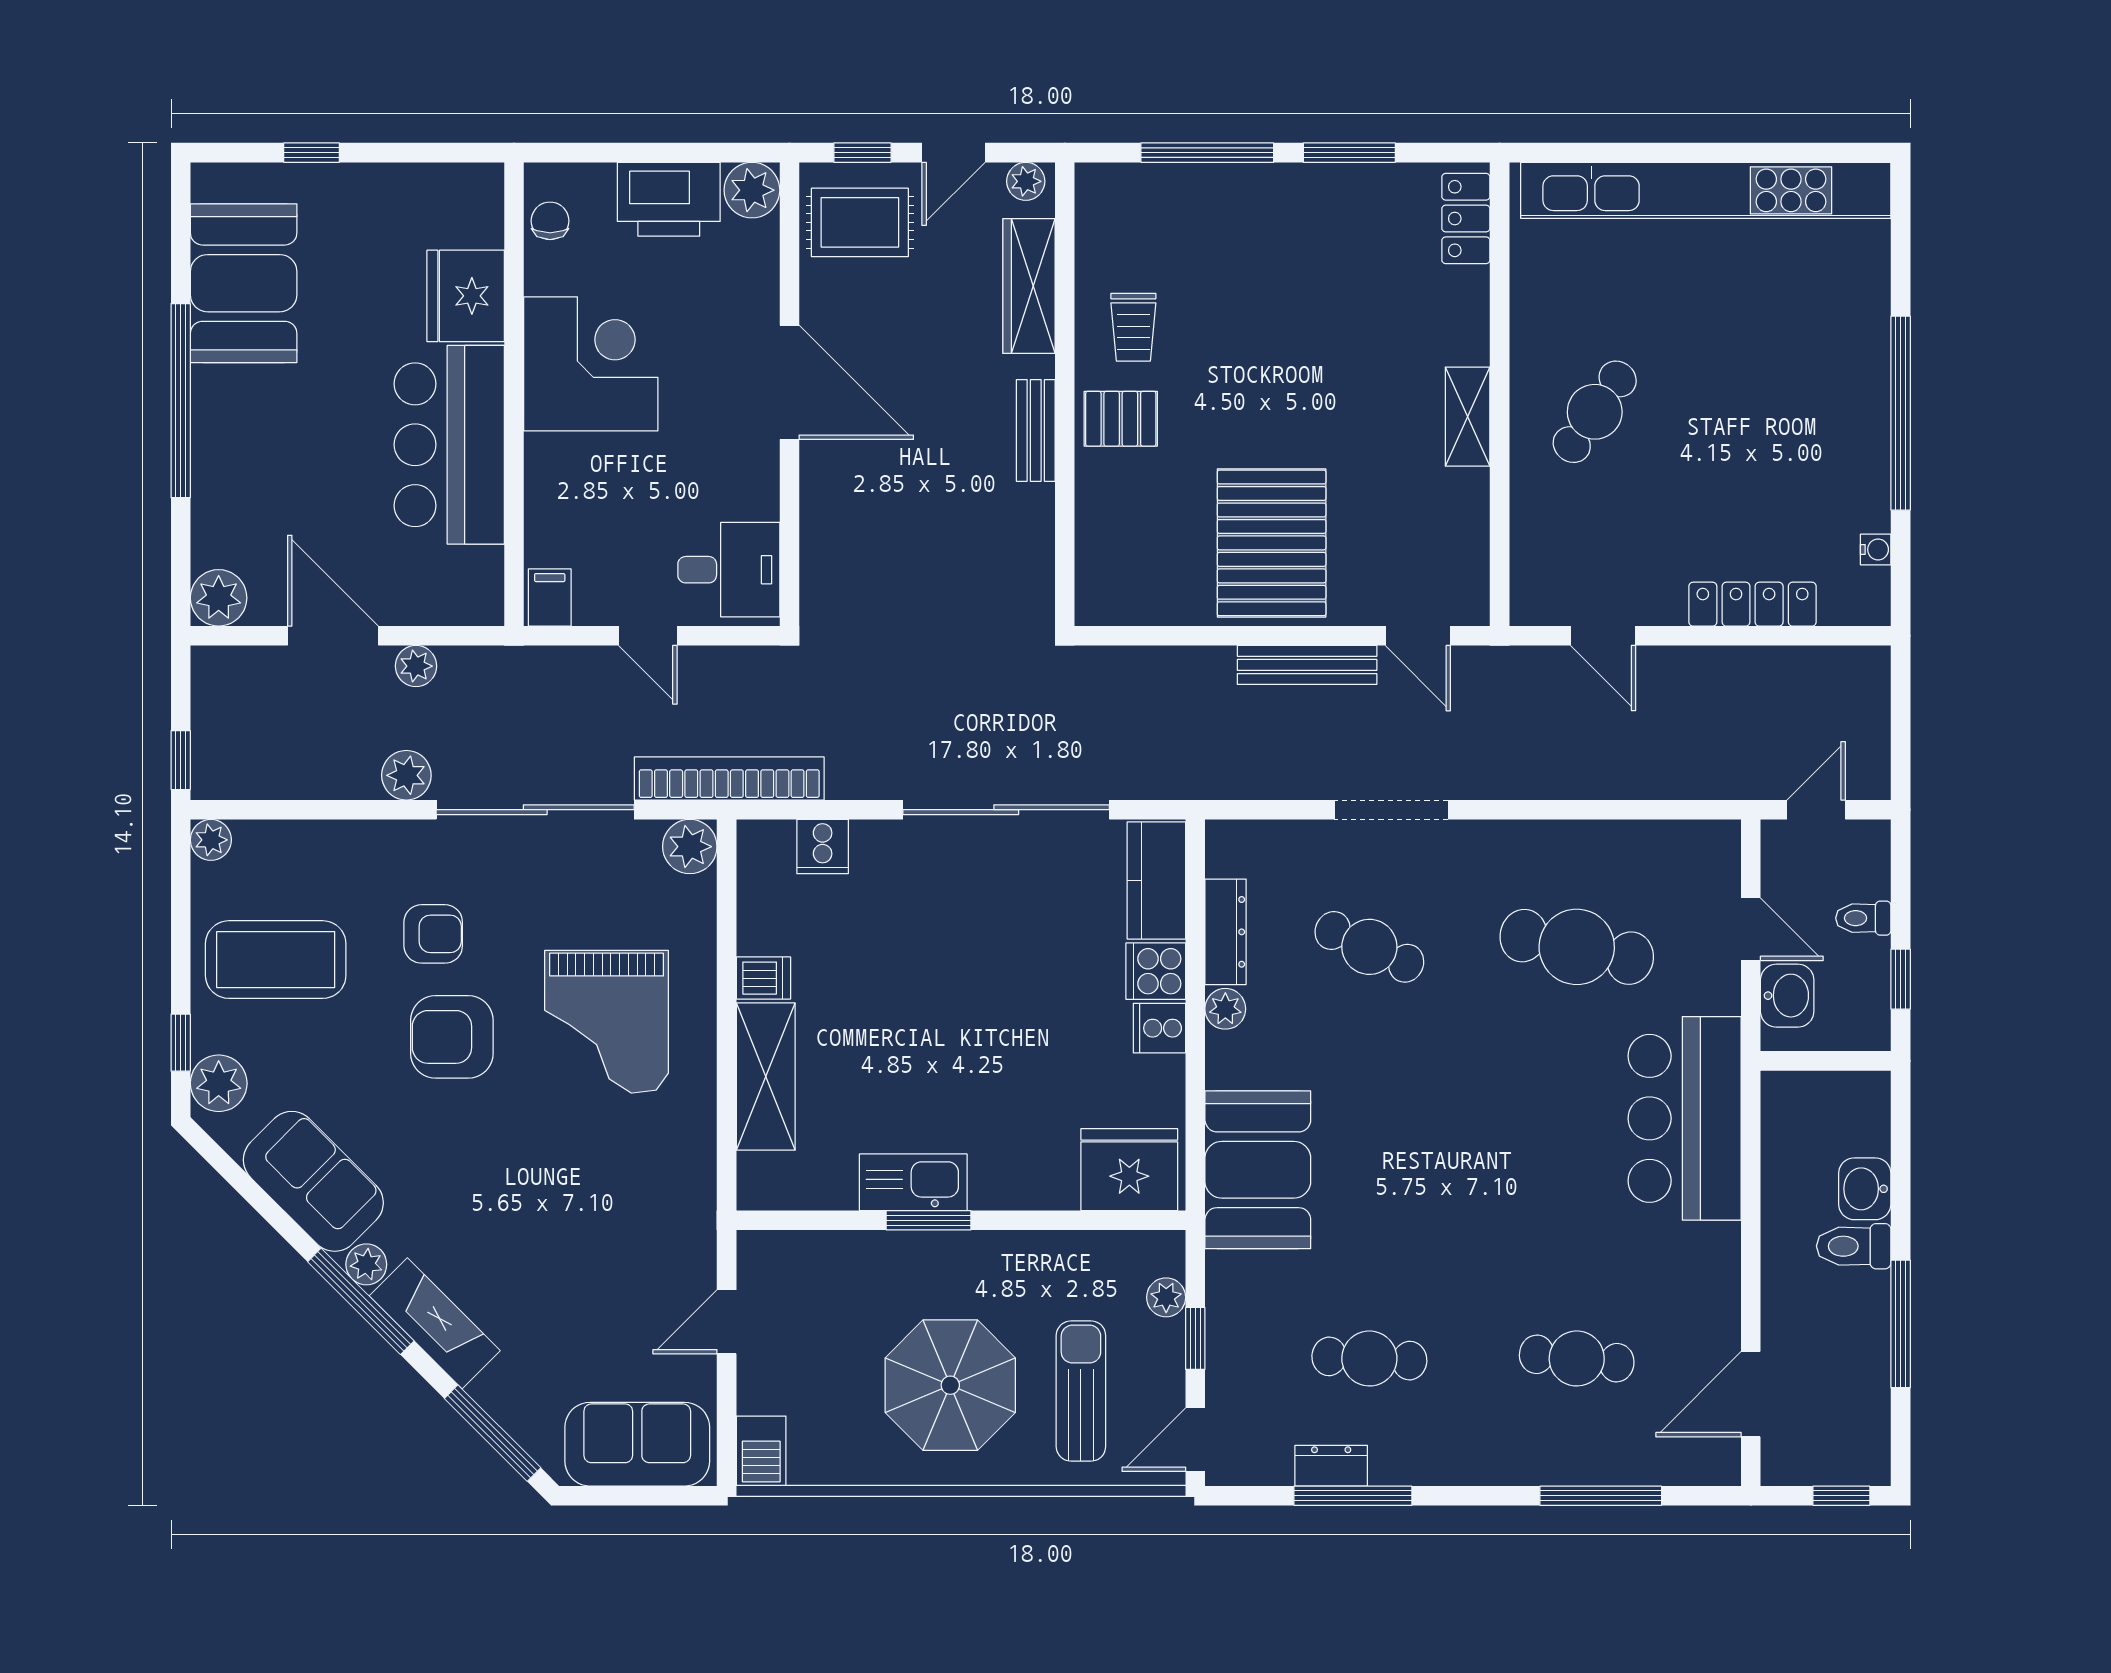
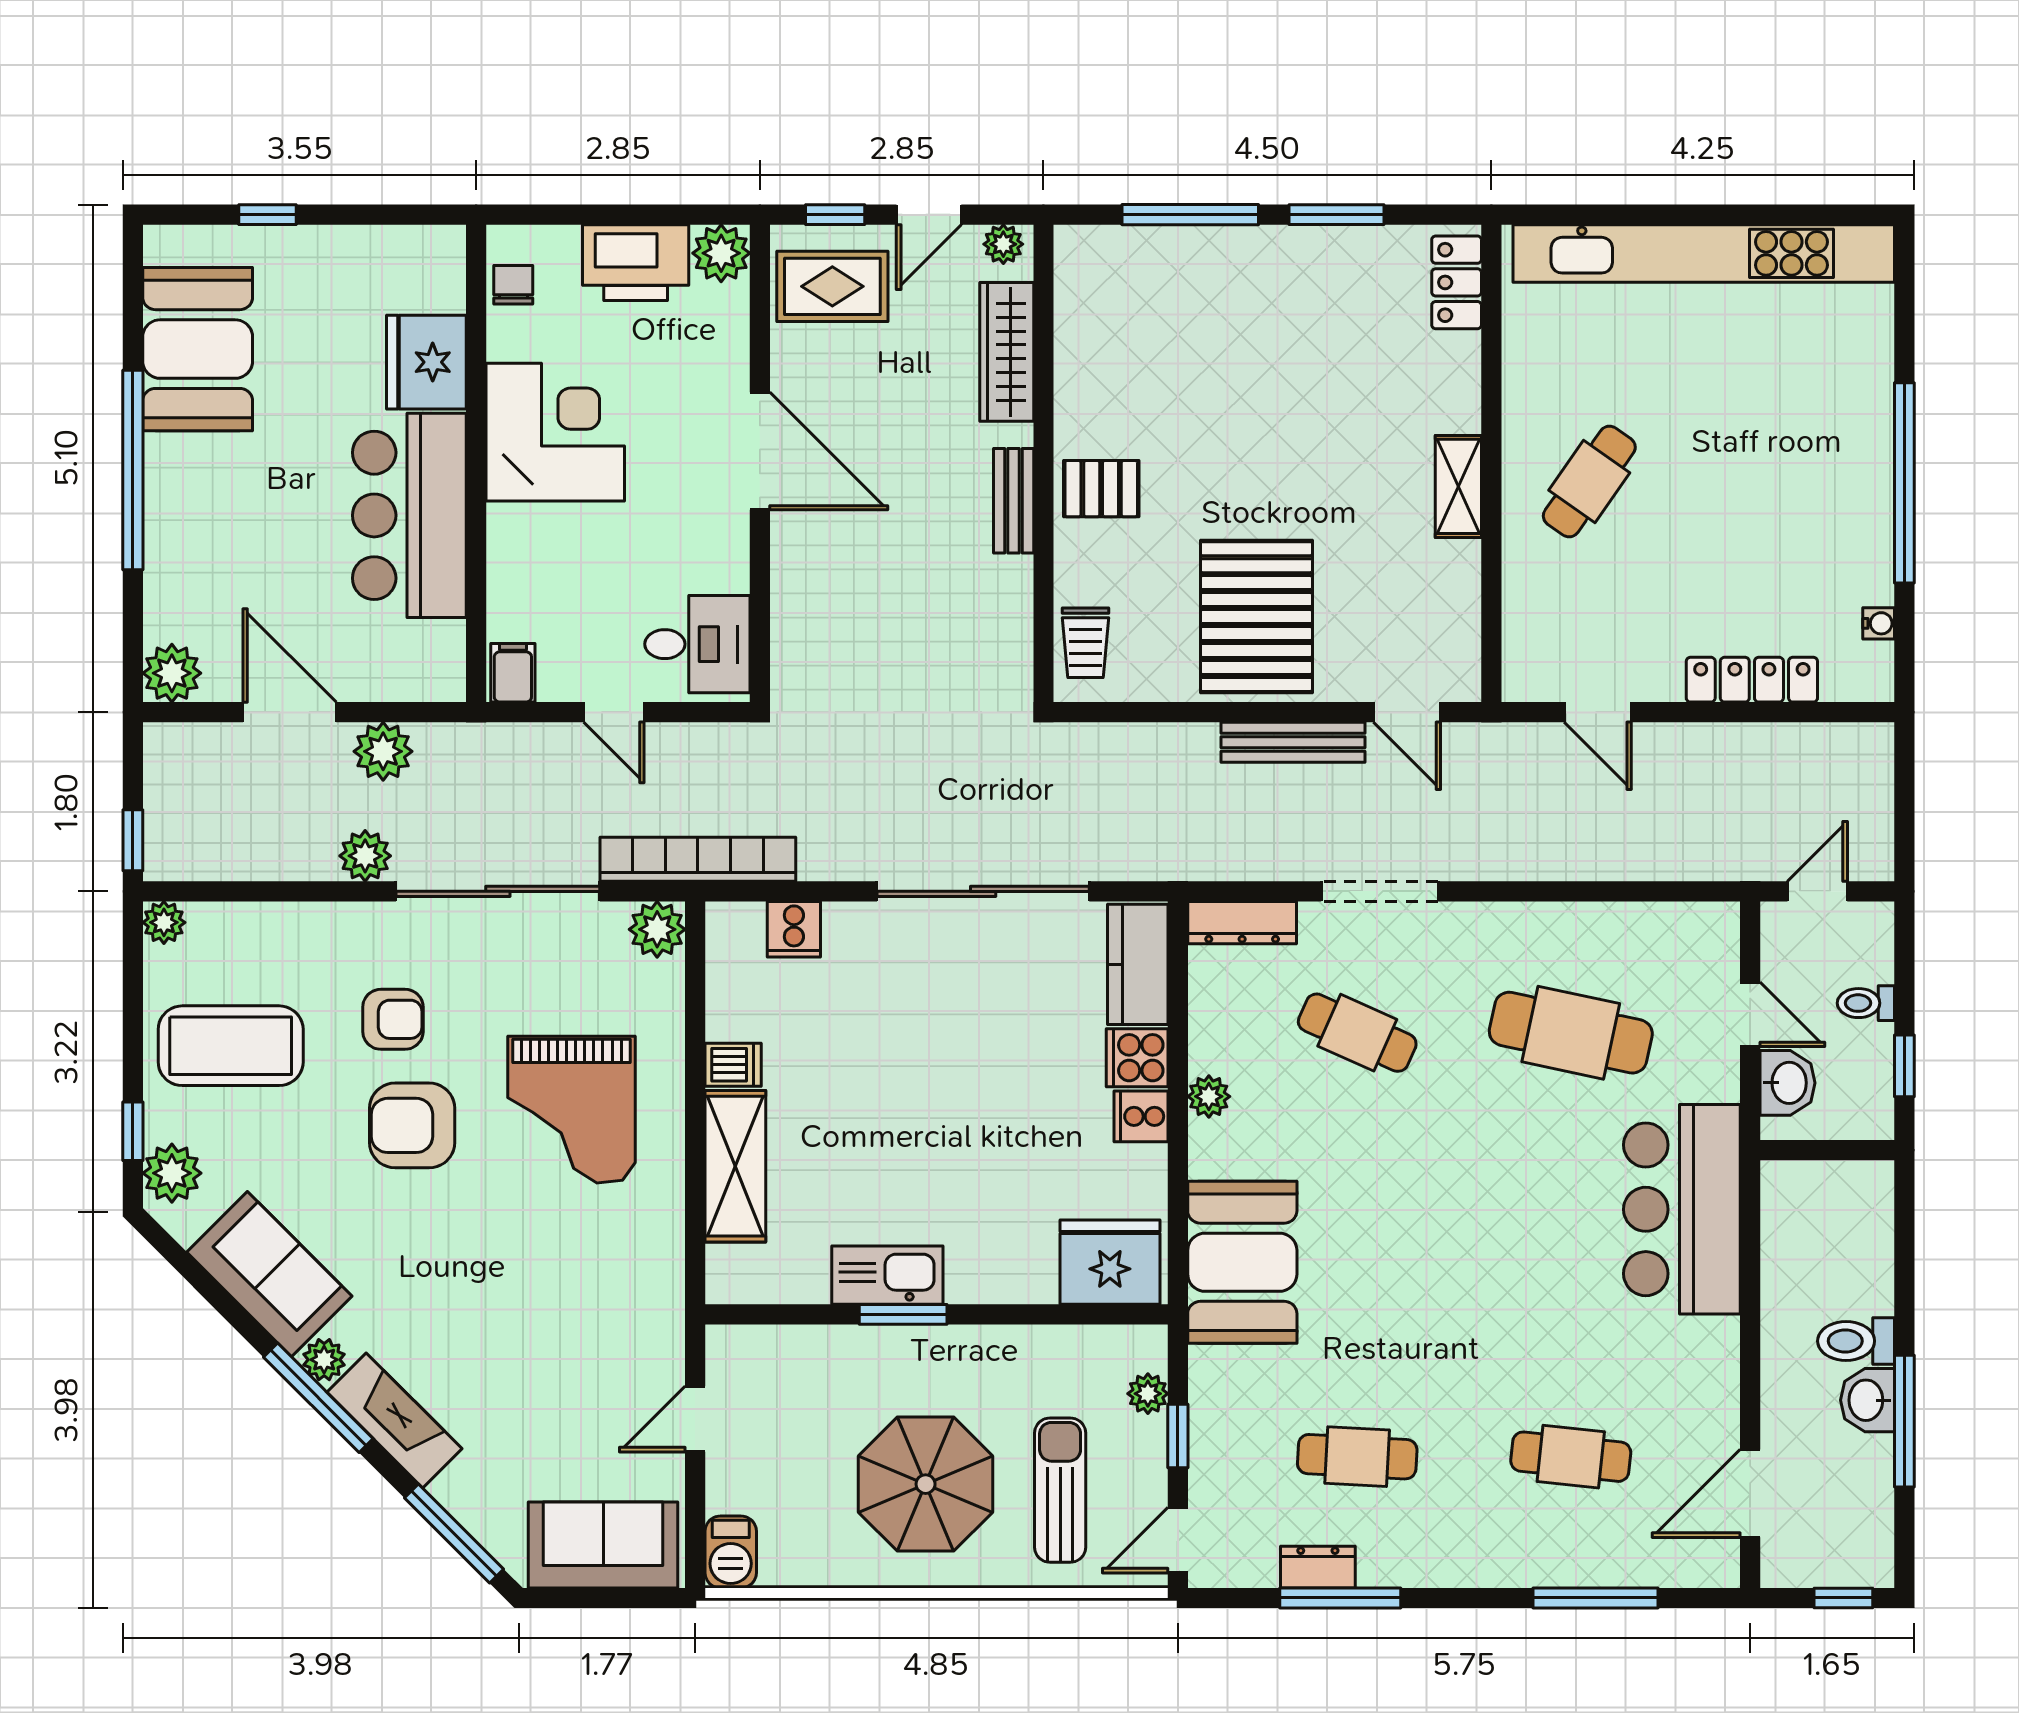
trolley: (1133, 327) -> (1085, 643), moved
plant: (416, 666) -> (383, 751), width x1.38, depth x1.38
dresser: (1226, 932) -> (1242, 923), moved, turned 90
washbasin: (1865, 1189) -> (1867, 1400), moved

